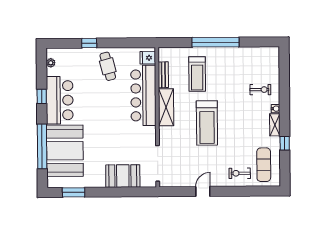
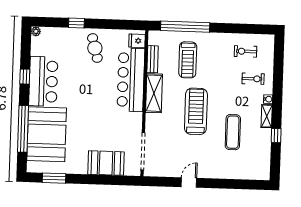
window: (215, 42) -> (185, 27), moved
plant: (51, 63) -> (36, 31), moved
treadmill: (207, 123) -> (196, 111), turned 180
exercise mat: (264, 165) -> (233, 132), moved
exercise bike: (240, 173) -> (245, 51), moved

